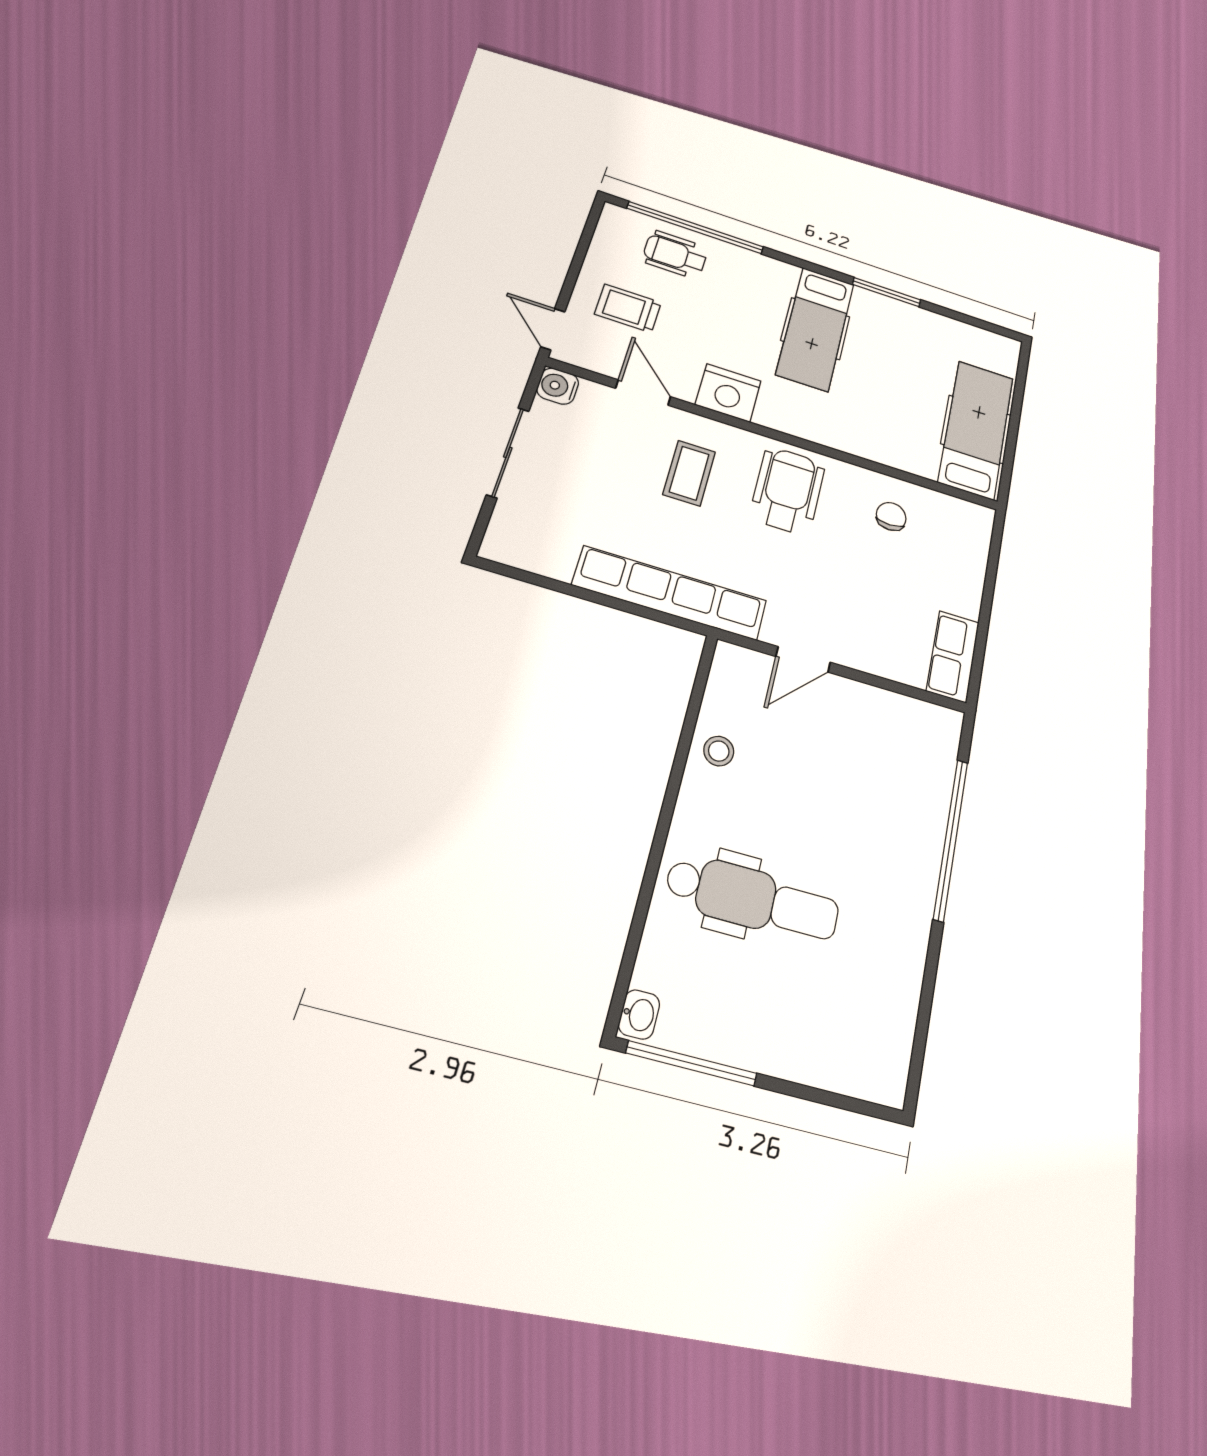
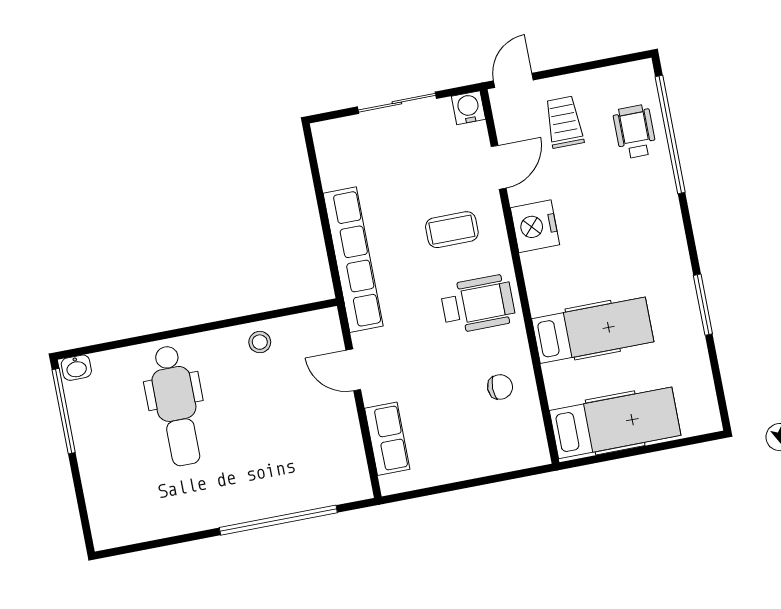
hospital bed: (815, 329) -> (593, 330), moved, turned 180
row of seats: (953, 656) -> (387, 439), moved, turned 90

